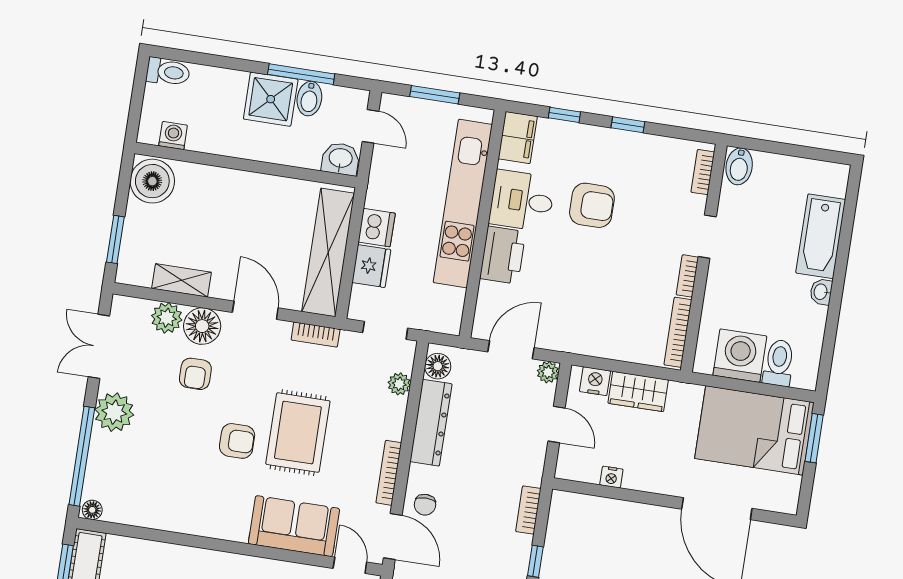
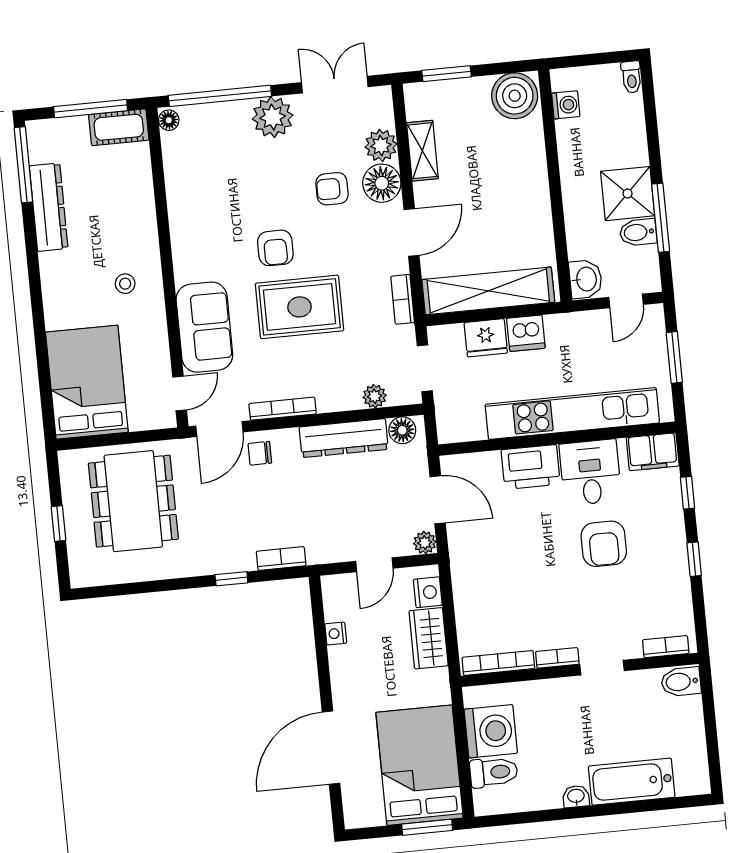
toilet: (168, 72) -> (631, 77), width x0.73, depth x0.72

